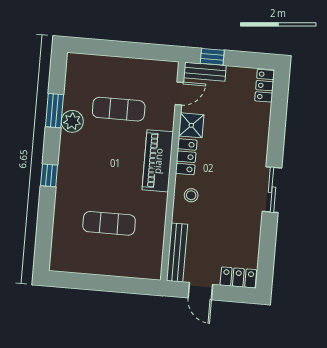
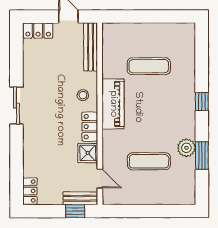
door: (179, 93) -> (100, 179), swing flipped
piano: (158, 161) -> (113, 104), moved

